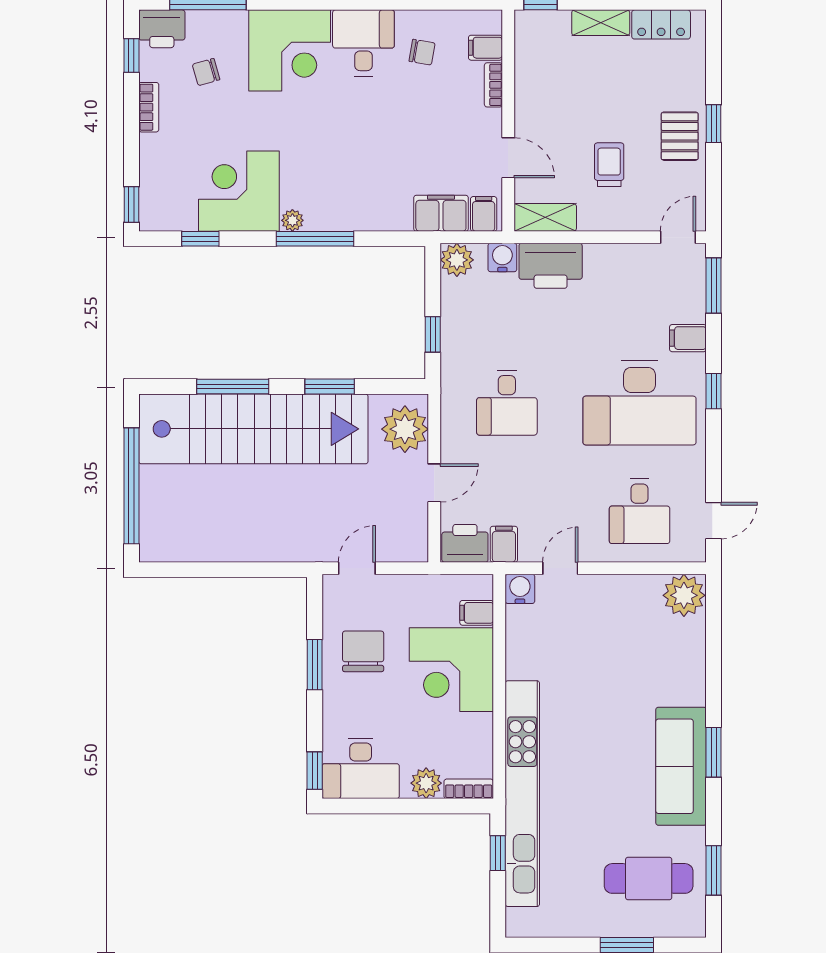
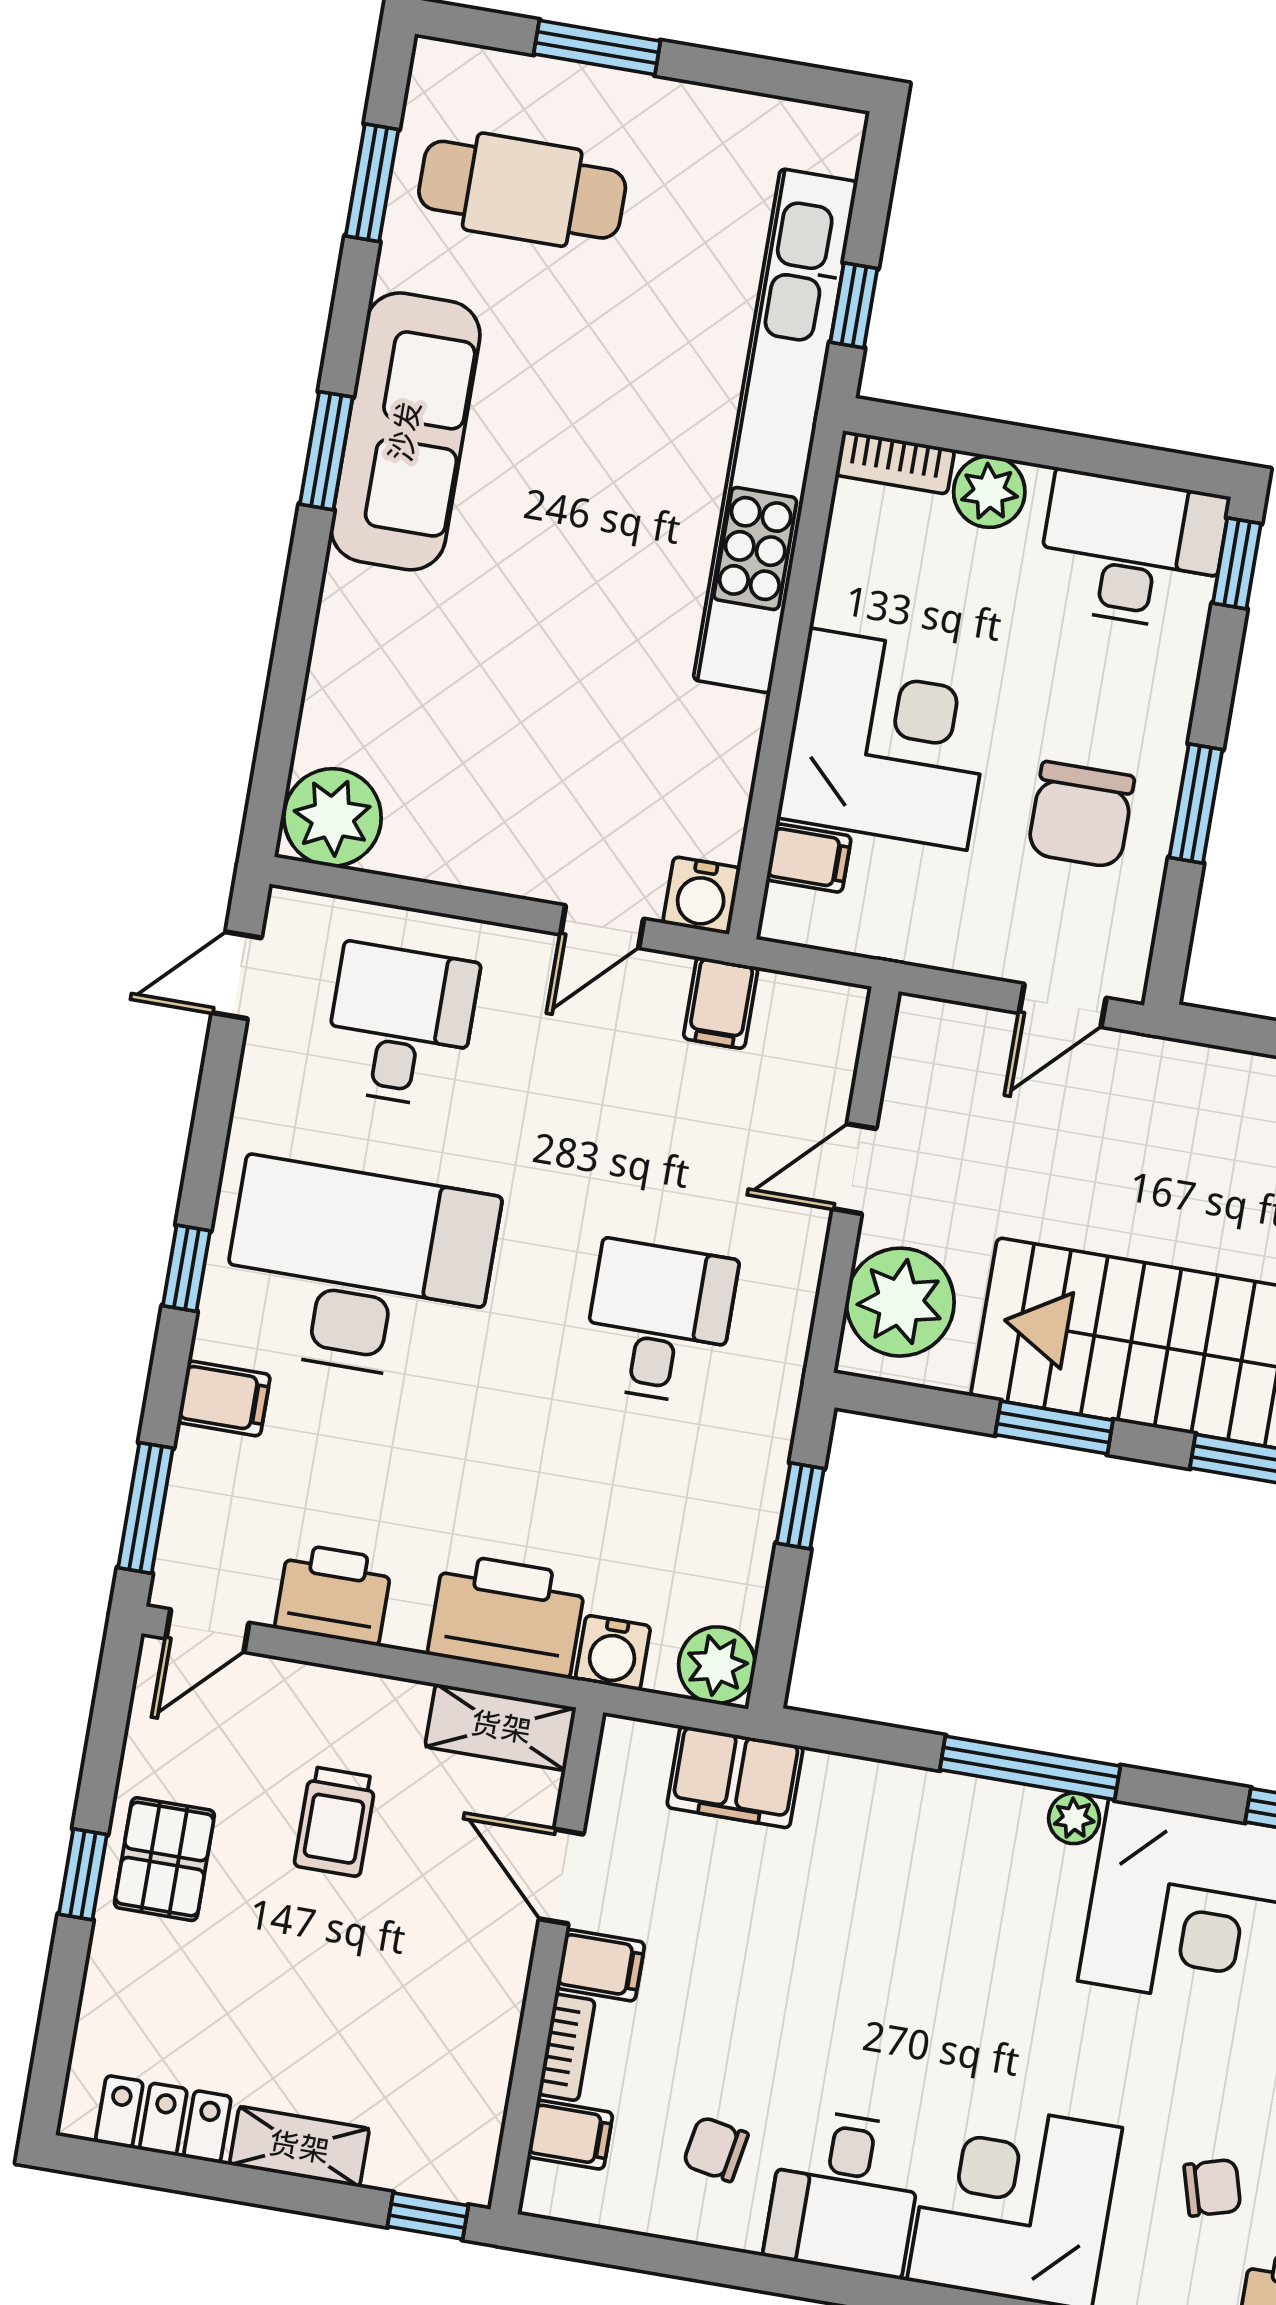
filing cabinet: (484, 214) -> (601, 1965), moved, turned -90
printer: (465, 543) -> (334, 1594), moved, turned 180

